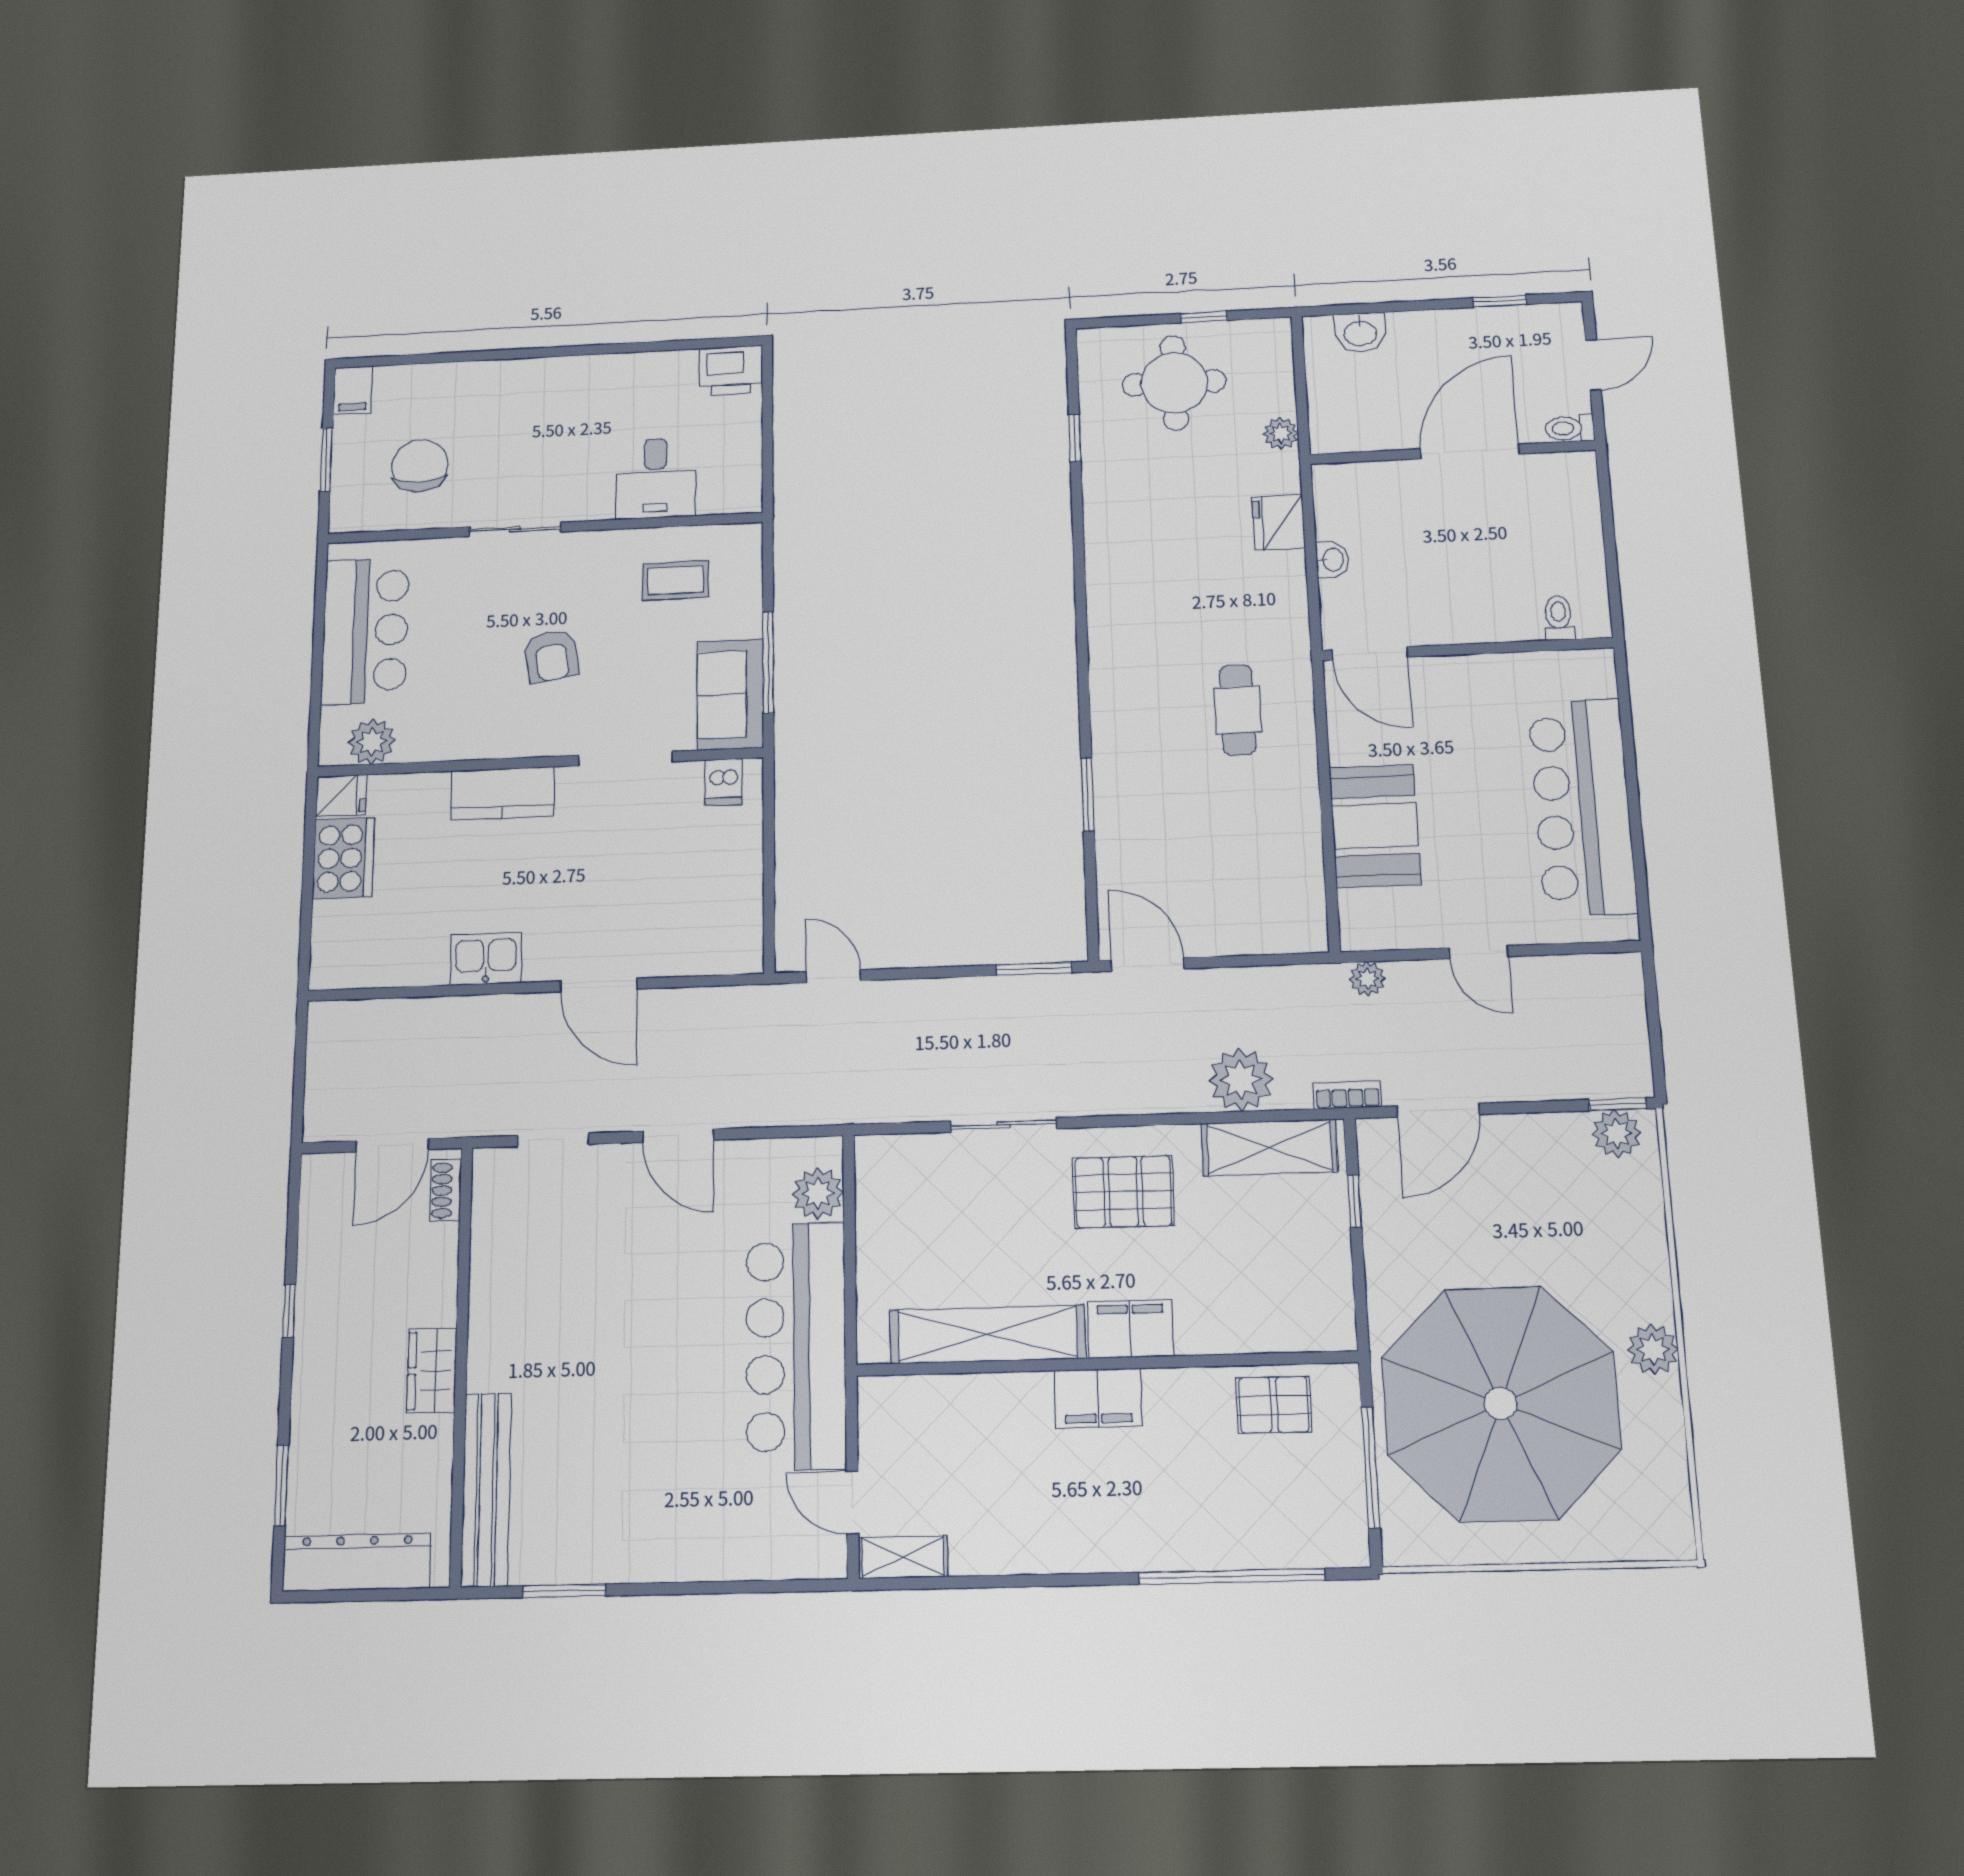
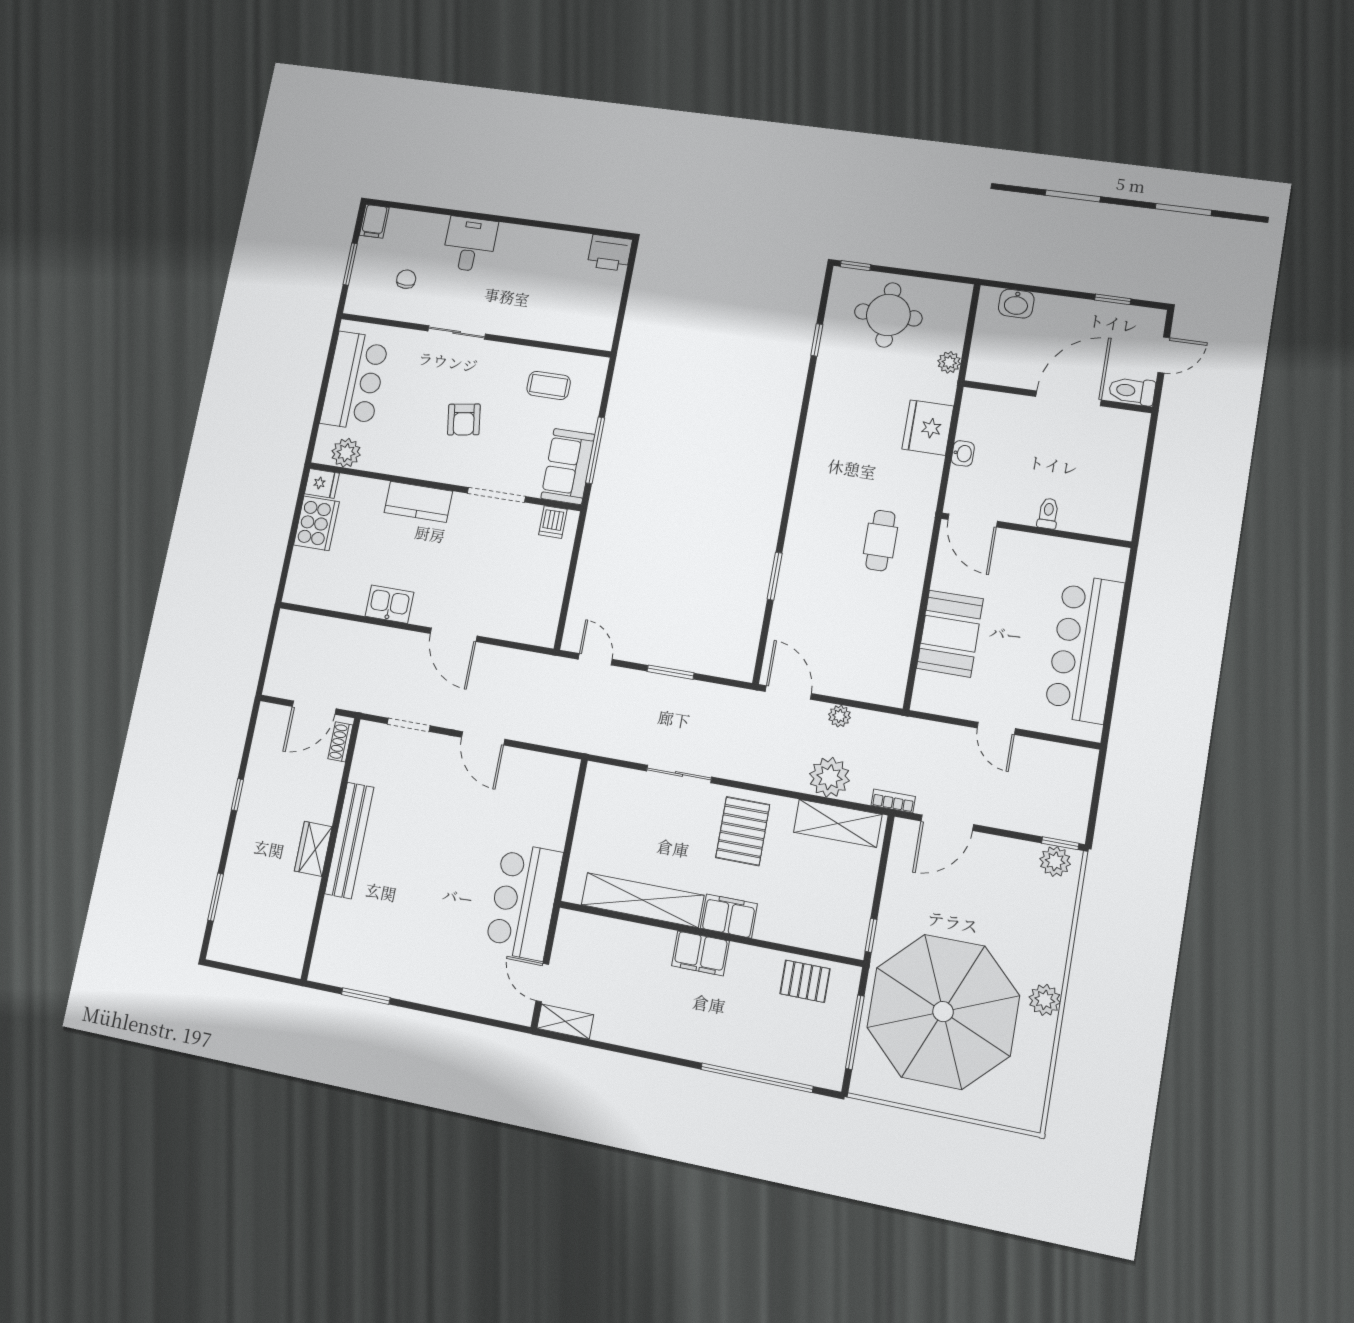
window: (1204, 317) -> (856, 266), moved
toilet: (1570, 428) -> (1132, 391), width x1.37, depth x1.39
chair: (420, 466) -> (406, 279), width x0.54, depth x0.54
desk: (655, 478) -> (470, 244), moved, turned 180
fridge: (1279, 522) -> (928, 428), width x1.36, depth x1.34
toilet: (1559, 618) -> (1048, 513), moved
window: (1034, 969) -> (670, 672), moved
plant: (1367, 979) -> (839, 716), moved
pallet: (1123, 1192) -> (743, 831), turned 90
plant: (818, 1194) -> (559, 792), removed
window: (1354, 1201) -> (871, 935), moved
bar counter: (796, 1346) -> (524, 901), width x0.73
bench: (486, 1489) -> (349, 840), moved
dresser: (357, 1562) -> (251, 952), removed

